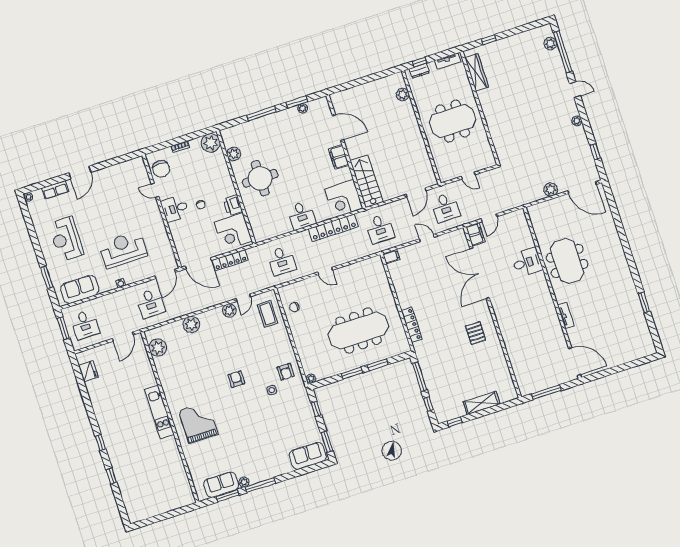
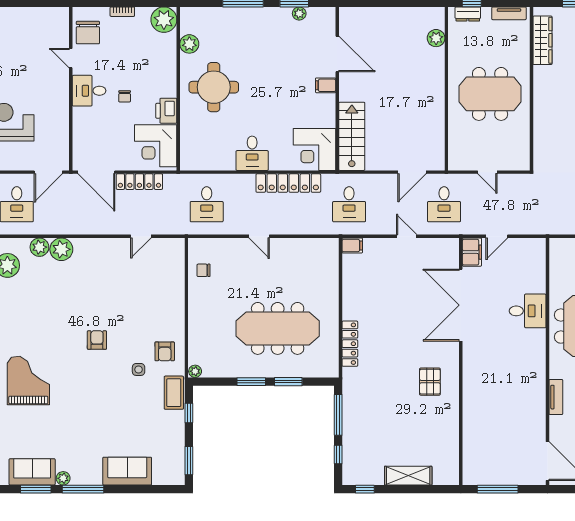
filing cabinet: (339, 157) -> (326, 85), width x0.50
plant: (229, 310) -> (39, 247), moved
coffee table: (268, 314) -> (174, 393), moved
sofa: (308, 456) -> (127, 471), moved

